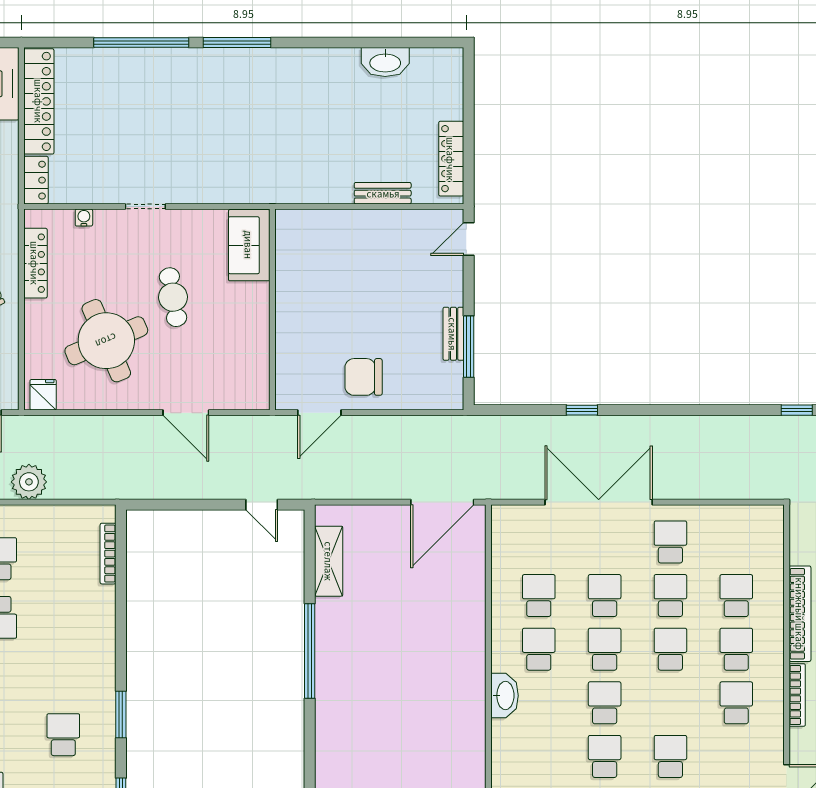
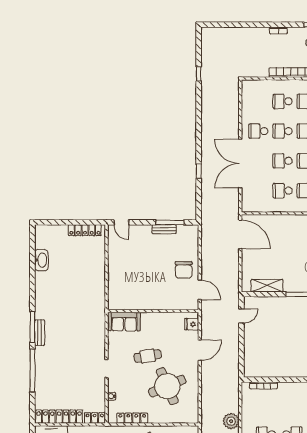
bench: (383, 193) -> (40, 333), moved
fridge: (43, 395) -> (192, 324), moved

